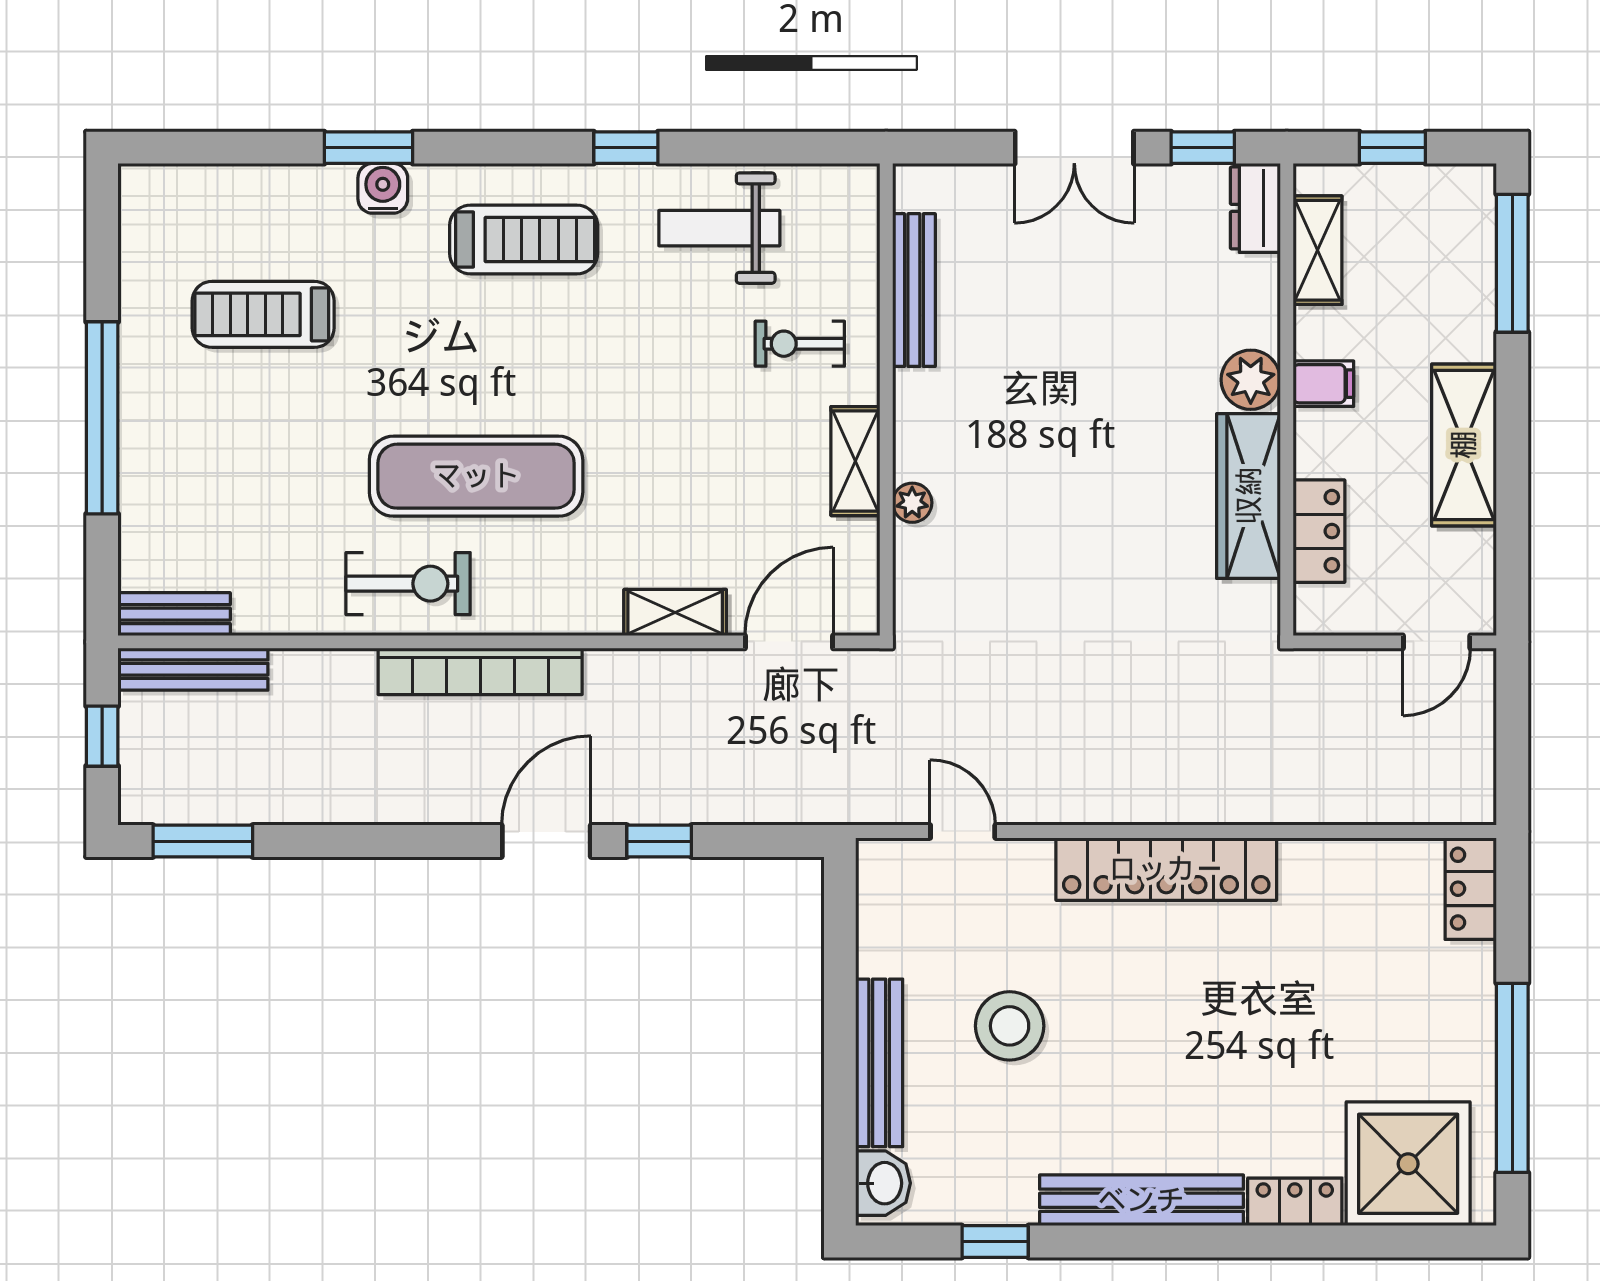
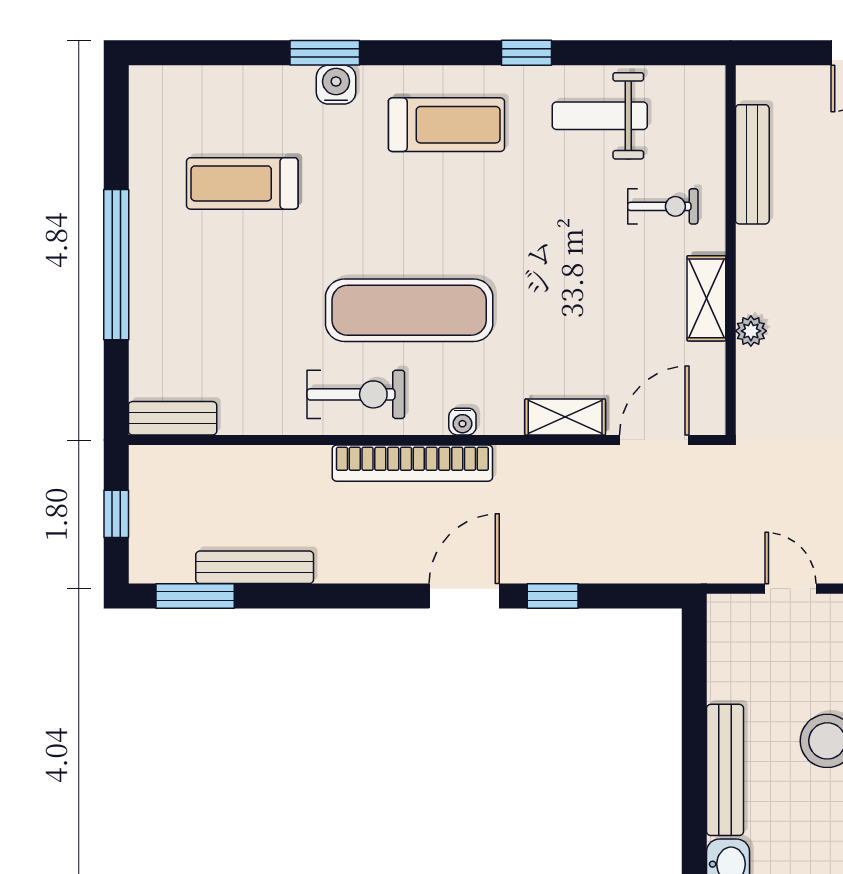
exercise bike: (800, 344) -> (663, 206), turned 180
water cooler: (544, 618) -> (462, 422), added
bench: (193, 669) -> (255, 567), moved

